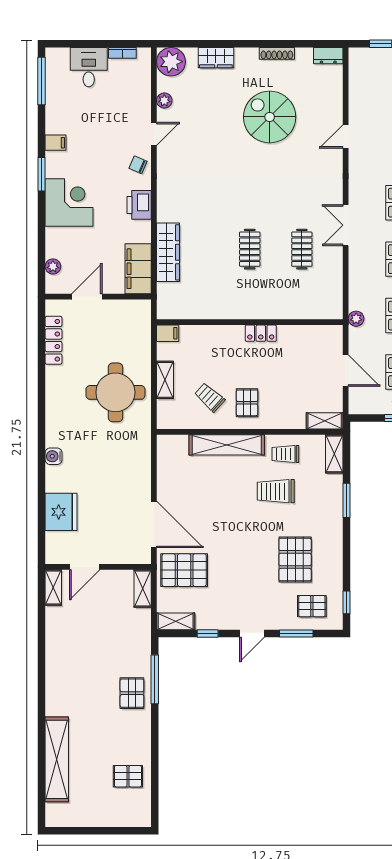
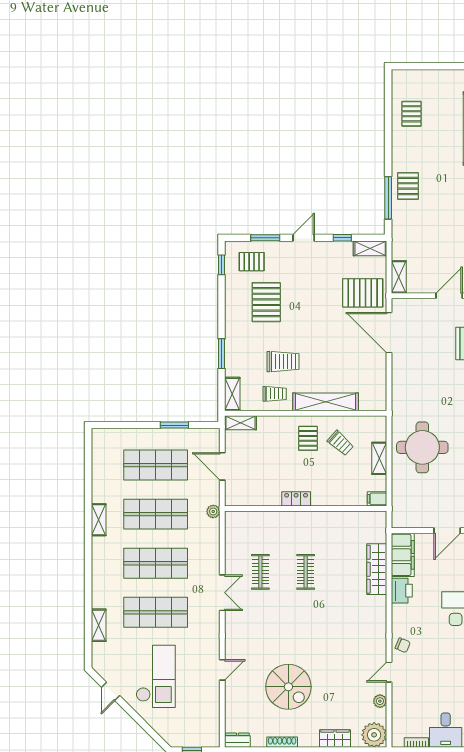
printer: (139, 205) -> (402, 591), moved
pallet: (128, 776) -> (411, 114), turned 90

